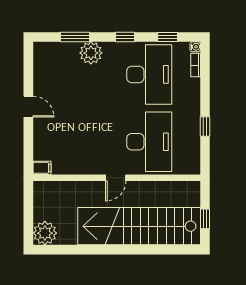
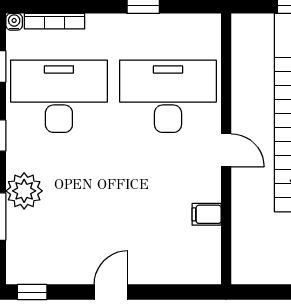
window: (28, 58) -> (32, 292), added
bookcase: (196, 65) -> (55, 21), width x1.56
filing cabinet: (42, 168) -> (207, 214), moved, turned -90

